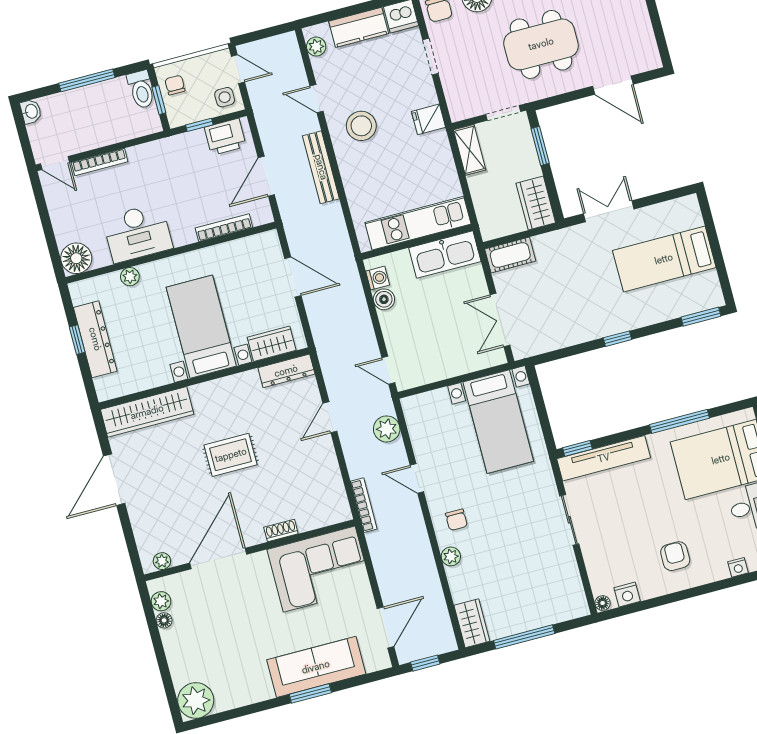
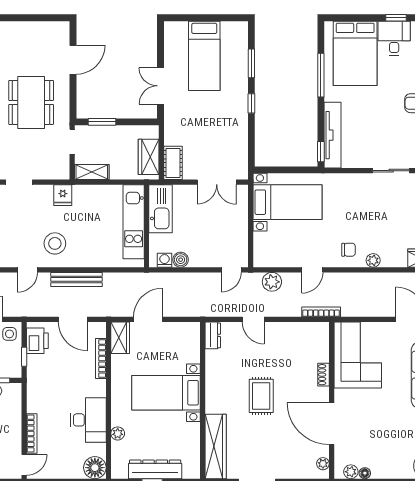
wardrobe: (536, 203) -> (149, 157), moved, turned 90
window: (701, 317) -> (251, 63), moved
wardrobe: (272, 344) -> (120, 338), moved, turned 180
dresser: (286, 371) -> (213, 335), width x0.70
sliding door: (569, 520) -> (391, 171), moved

